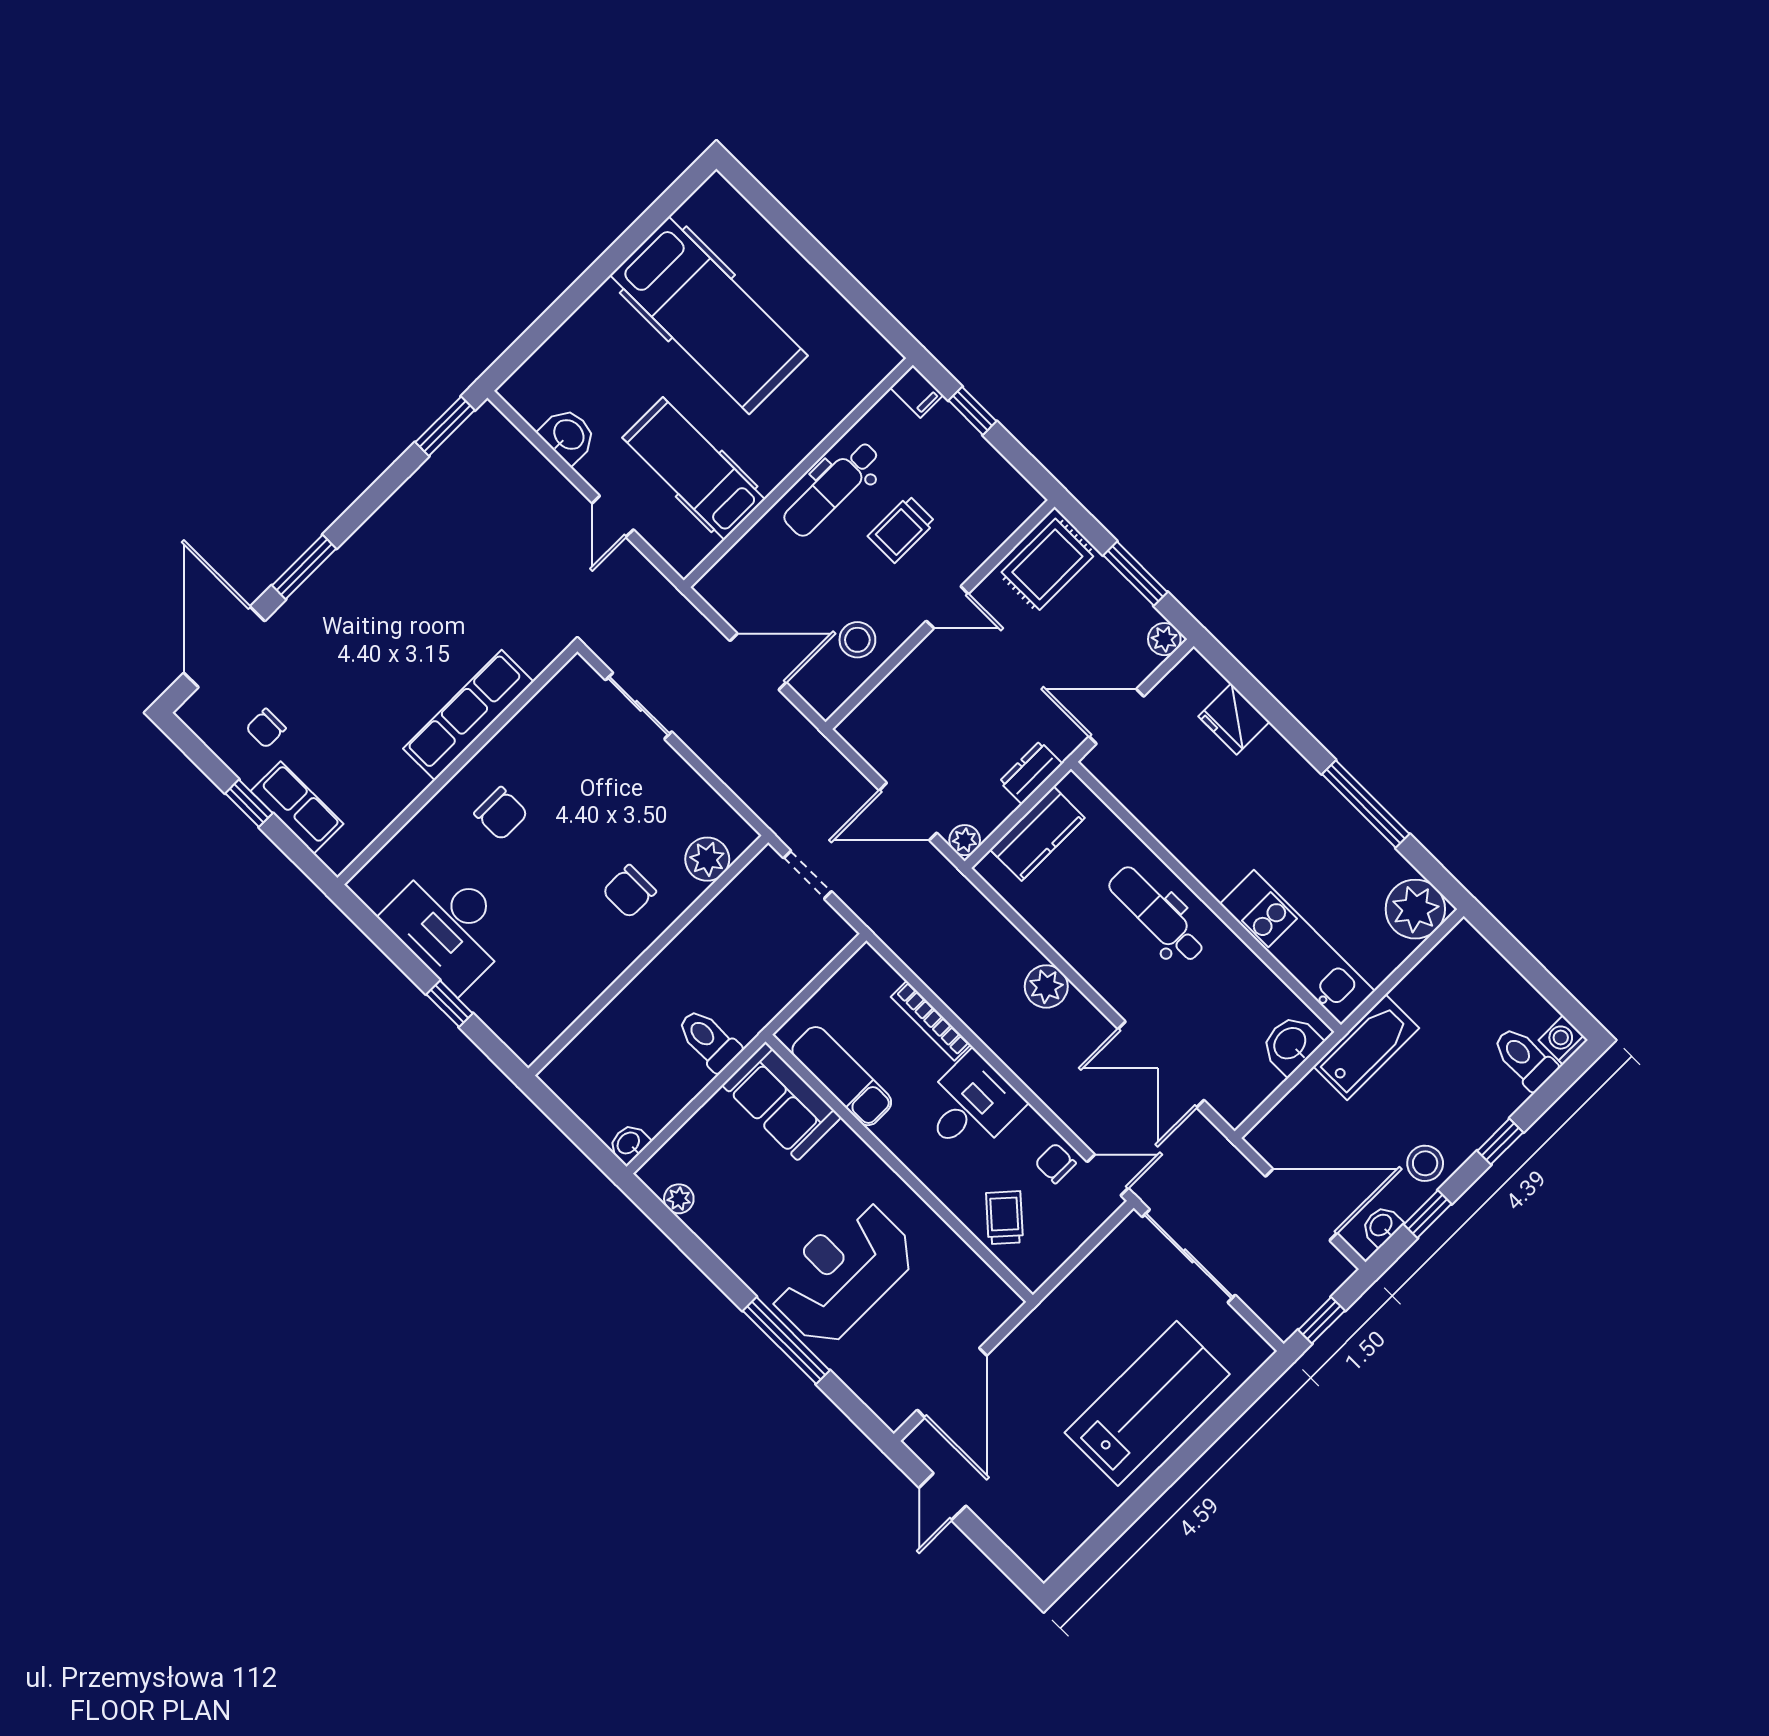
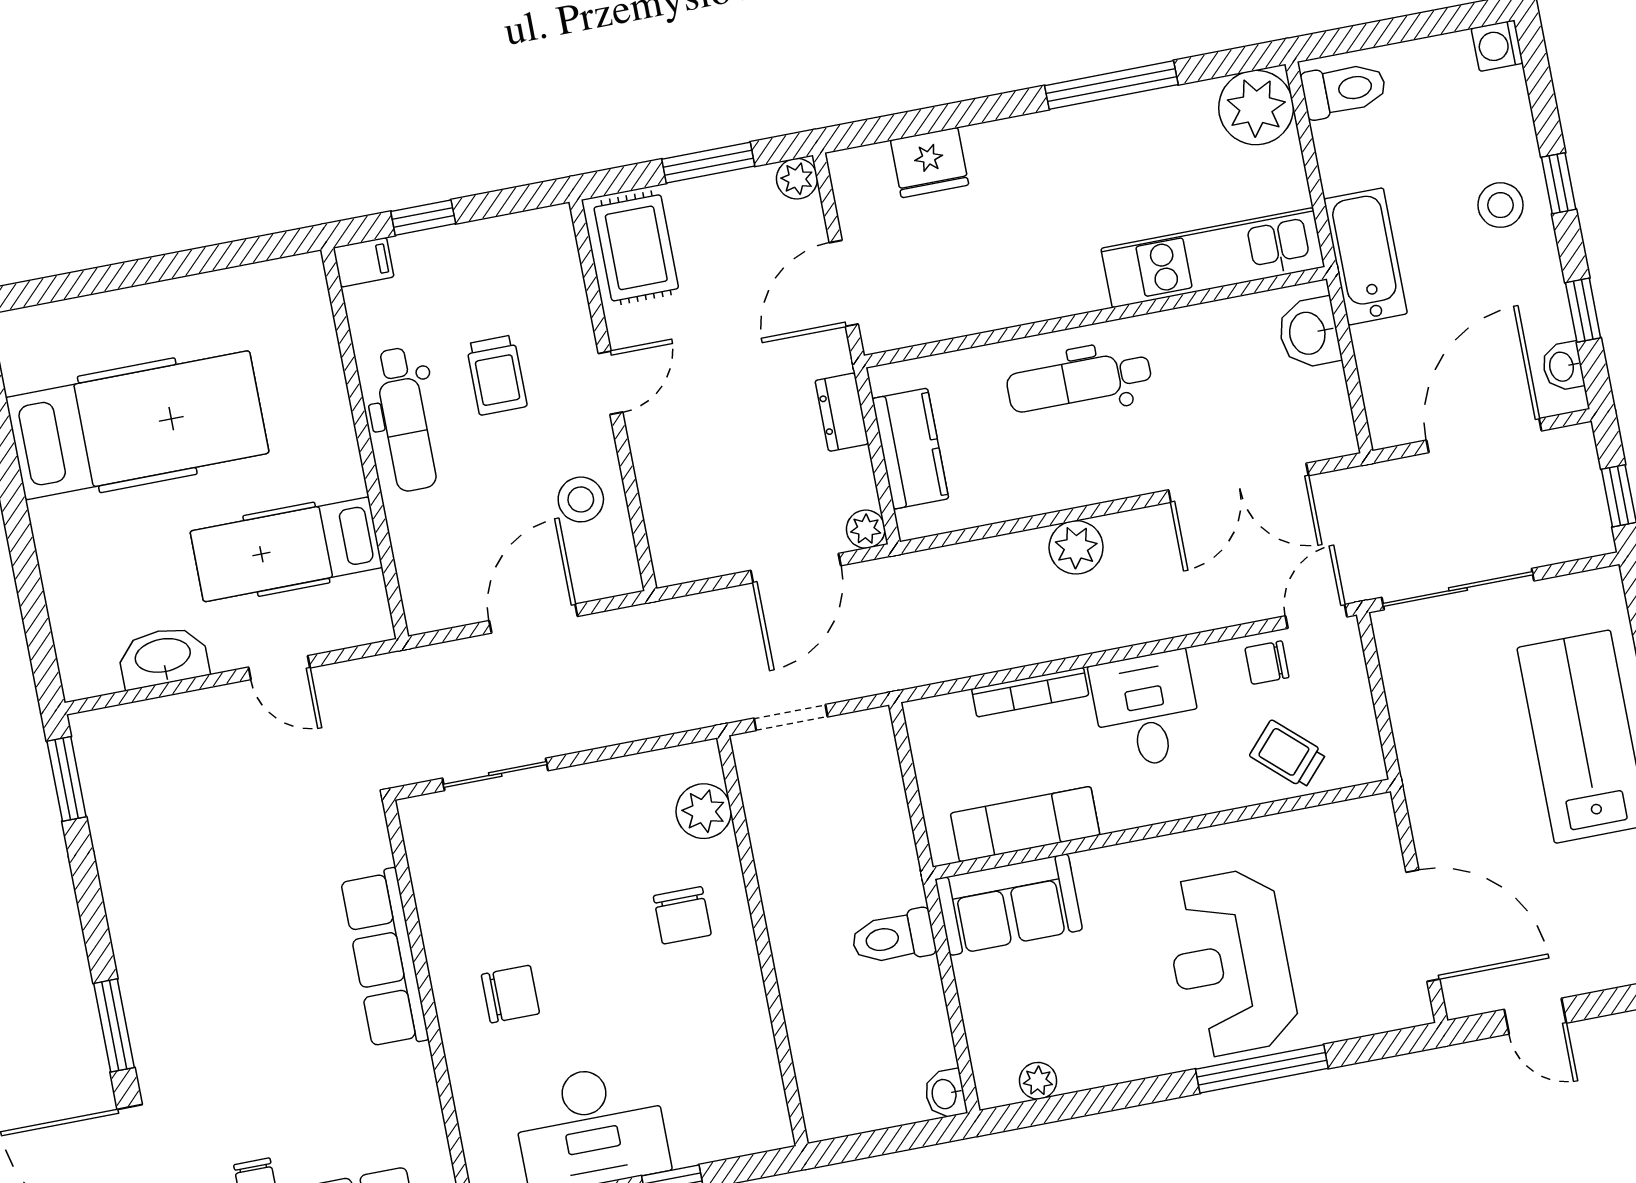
washbasin: (568, 435) -> (163, 657), width x1.38
toilet: (1524, 1058) -> (1344, 90), moved, turned 180
stool: (1425, 1163) -> (1500, 205), moved

